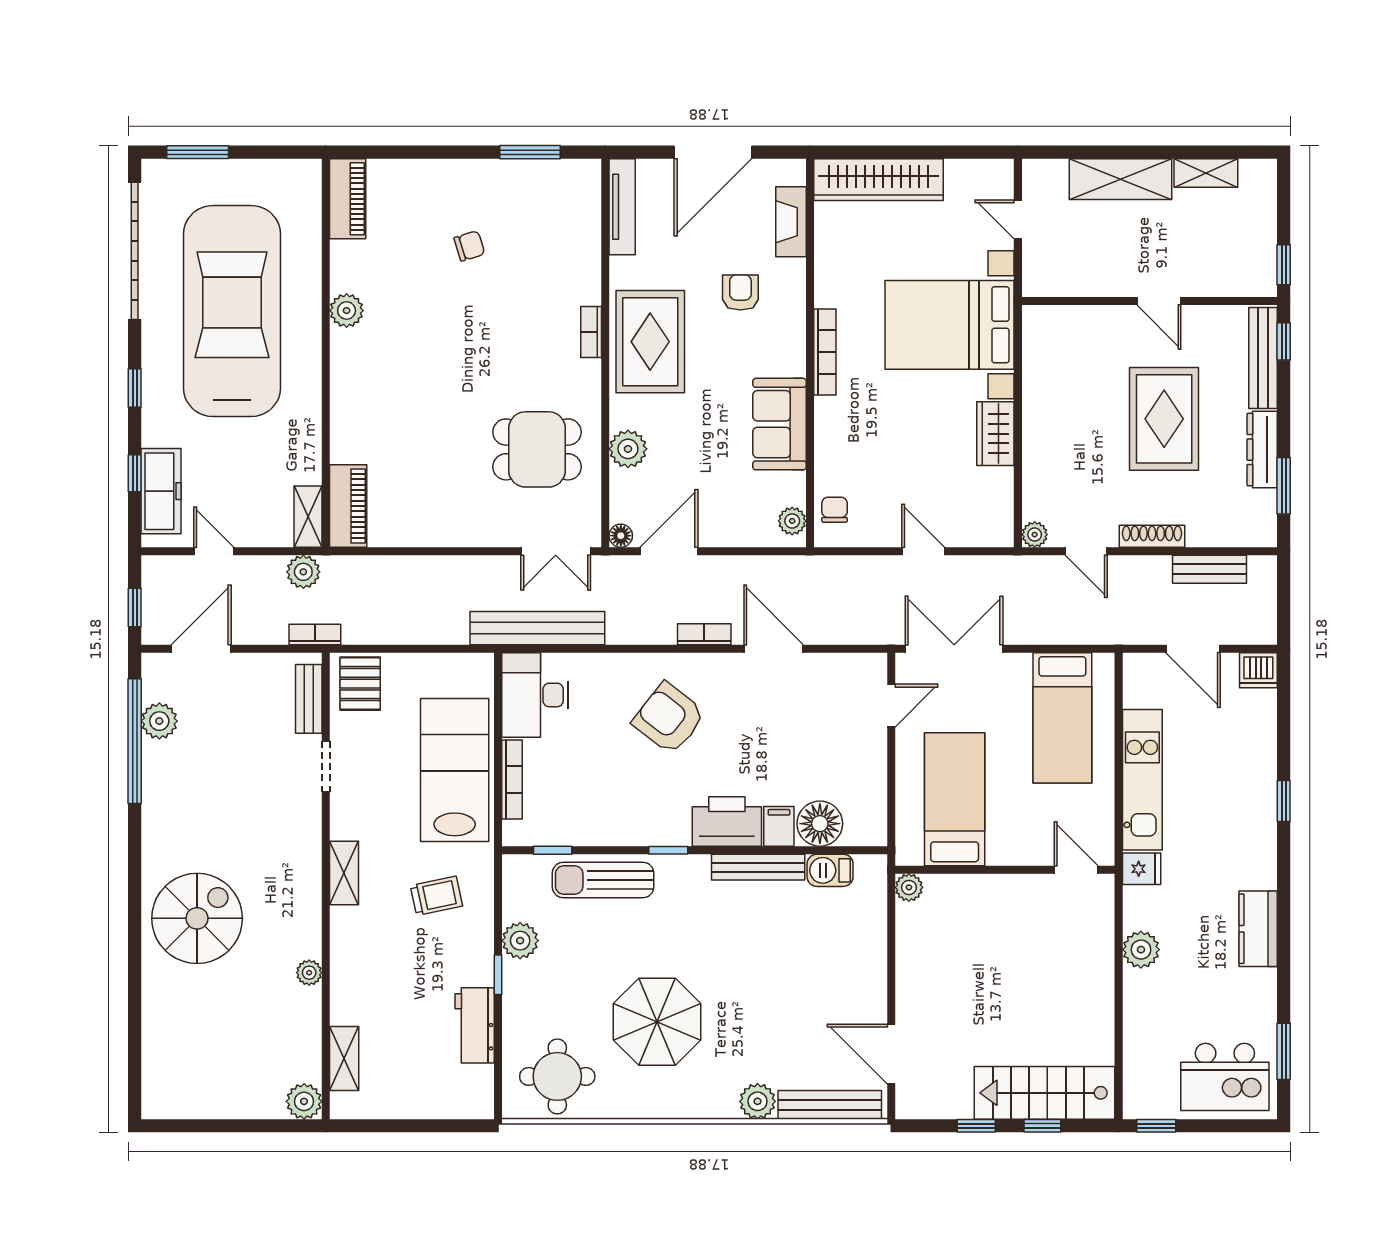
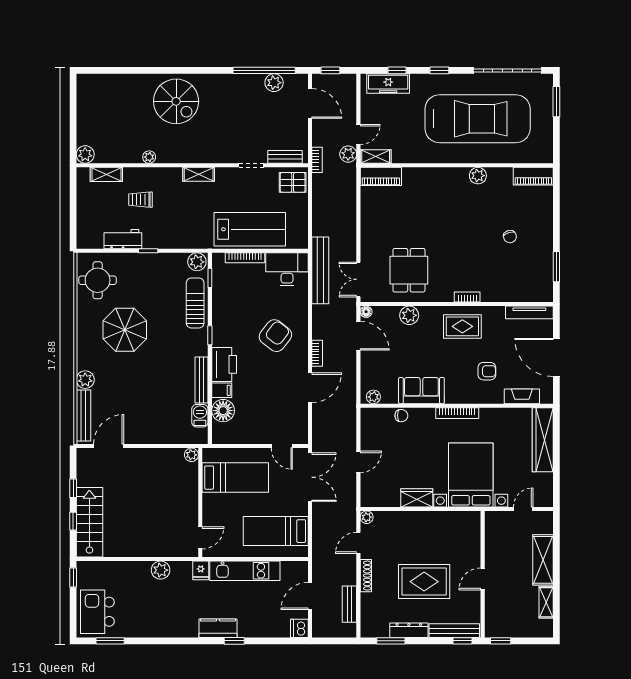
rug: (650, 342) -> (462, 326), width x0.73, depth x0.70
chair: (835, 510) -> (401, 416), moved
door: (214, 551) -> (358, 134), moved
trolley: (436, 896) -> (140, 200), moved, turned 102
kitchen counter: (1258, 929) -> (218, 628), moved
plant: (520, 941) -> (197, 262), moved

